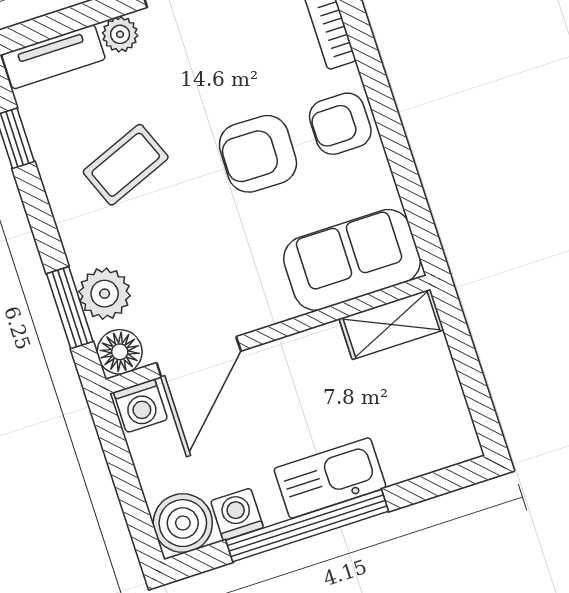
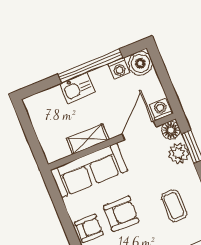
coffee table: (126, 165) -> (174, 206), turned -68
sofa: (352, 260) -> (89, 170), width x1.36
shelving: (391, 324) -> (88, 139), moved
kitchen sink: (330, 478) -> (77, 88), width x0.73

